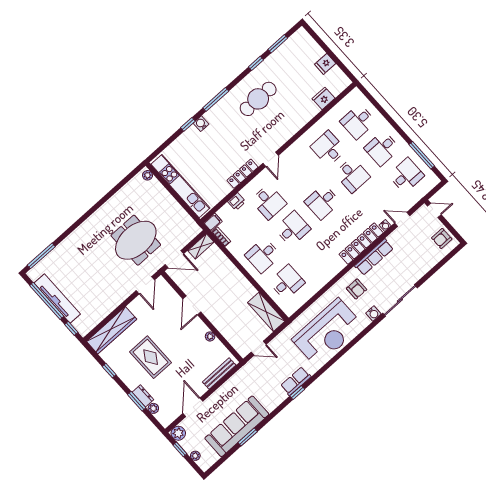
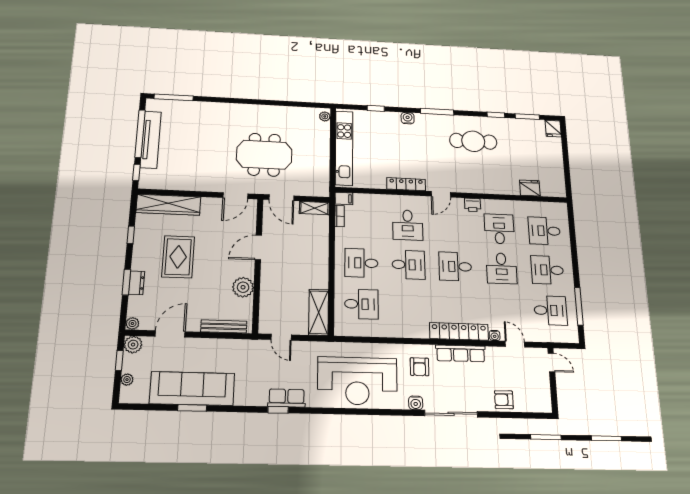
fridge: (325, 64) -> (553, 128), moved, turned -90
window: (188, 124) -> (376, 108), moved
printer: (237, 202) -> (473, 205), moved
armchair: (442, 238) -> (504, 400), moved
plant: (210, 336) -> (243, 287), width x1.88, depth x1.88
plant: (153, 408) -> (132, 323), moved

